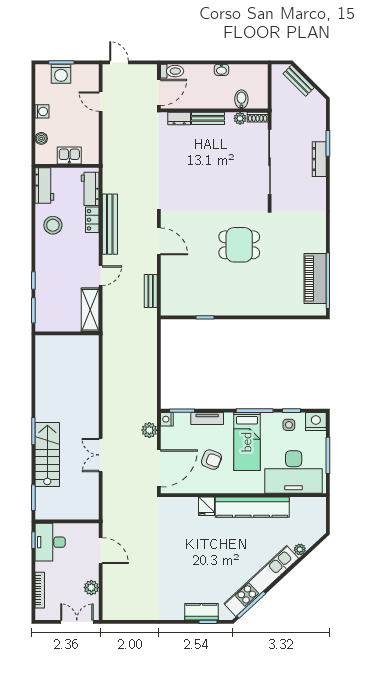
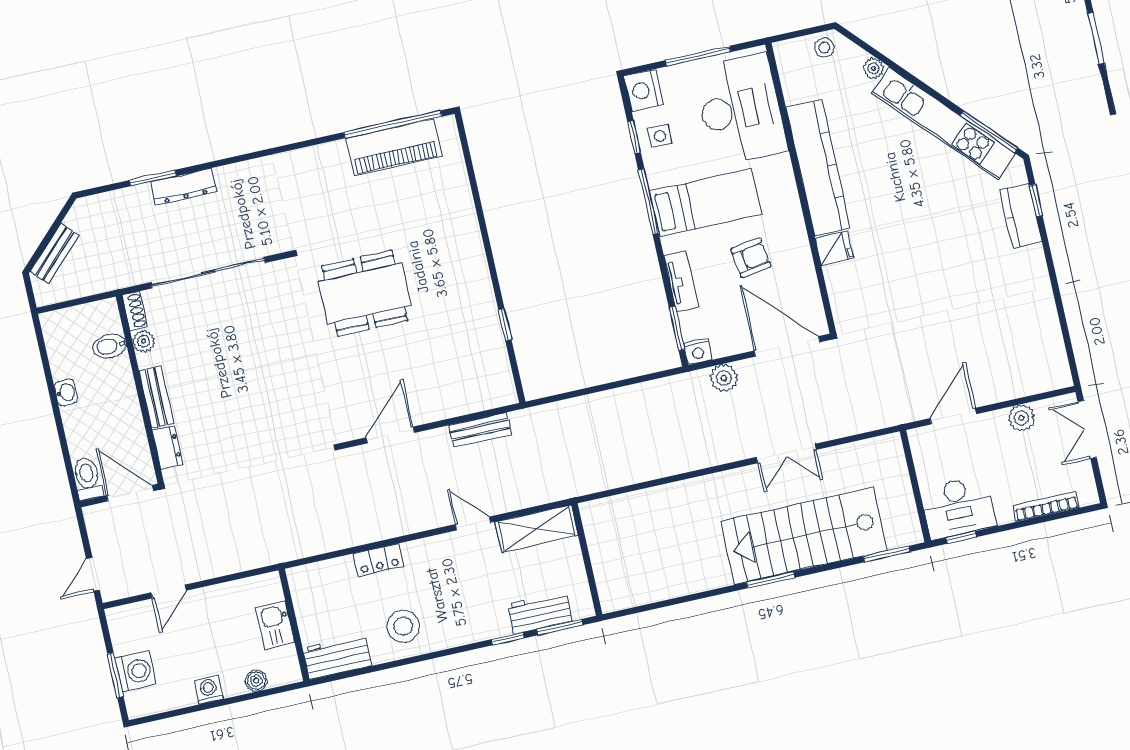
workbench: (90, 189) -> (540, 612), moved, turned 180
bench: (110, 224) -> (379, 527), removed
dining table: (239, 245) -> (365, 293), width x1.38
stairs: (47, 455) -> (804, 536), width x1.36, depth x1.51
armchair: (212, 460) -> (751, 258), turned 59
stool: (317, 525) -> (824, 48), added

